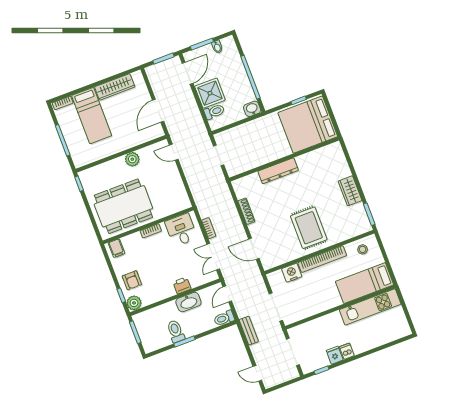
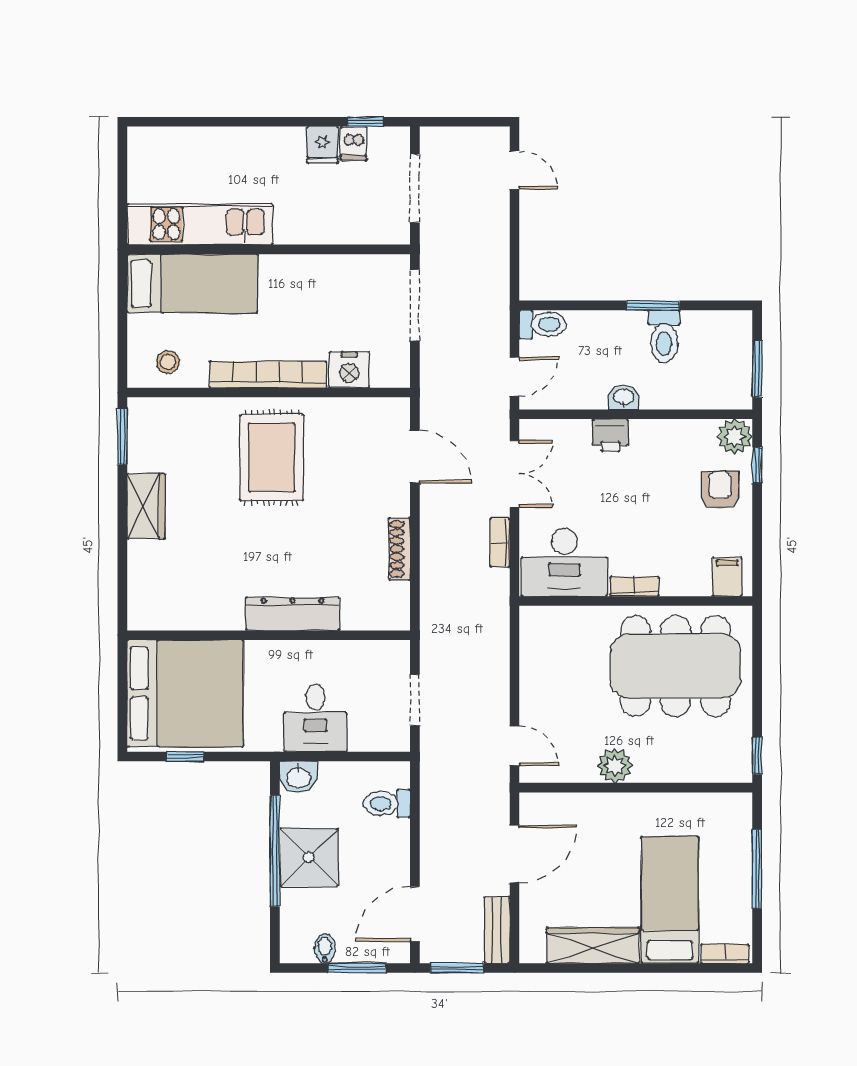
shower: (210, 93) -> (309, 857), moved
desk: (254, 134) -> (315, 718), added
desk: (181, 230) -> (564, 562), width x1.37
washbasin: (188, 302) -> (624, 397), width x0.52, depth x0.69
bench: (249, 331) -> (497, 930), moved
dishwasher: (347, 351) -> (353, 143), moved

